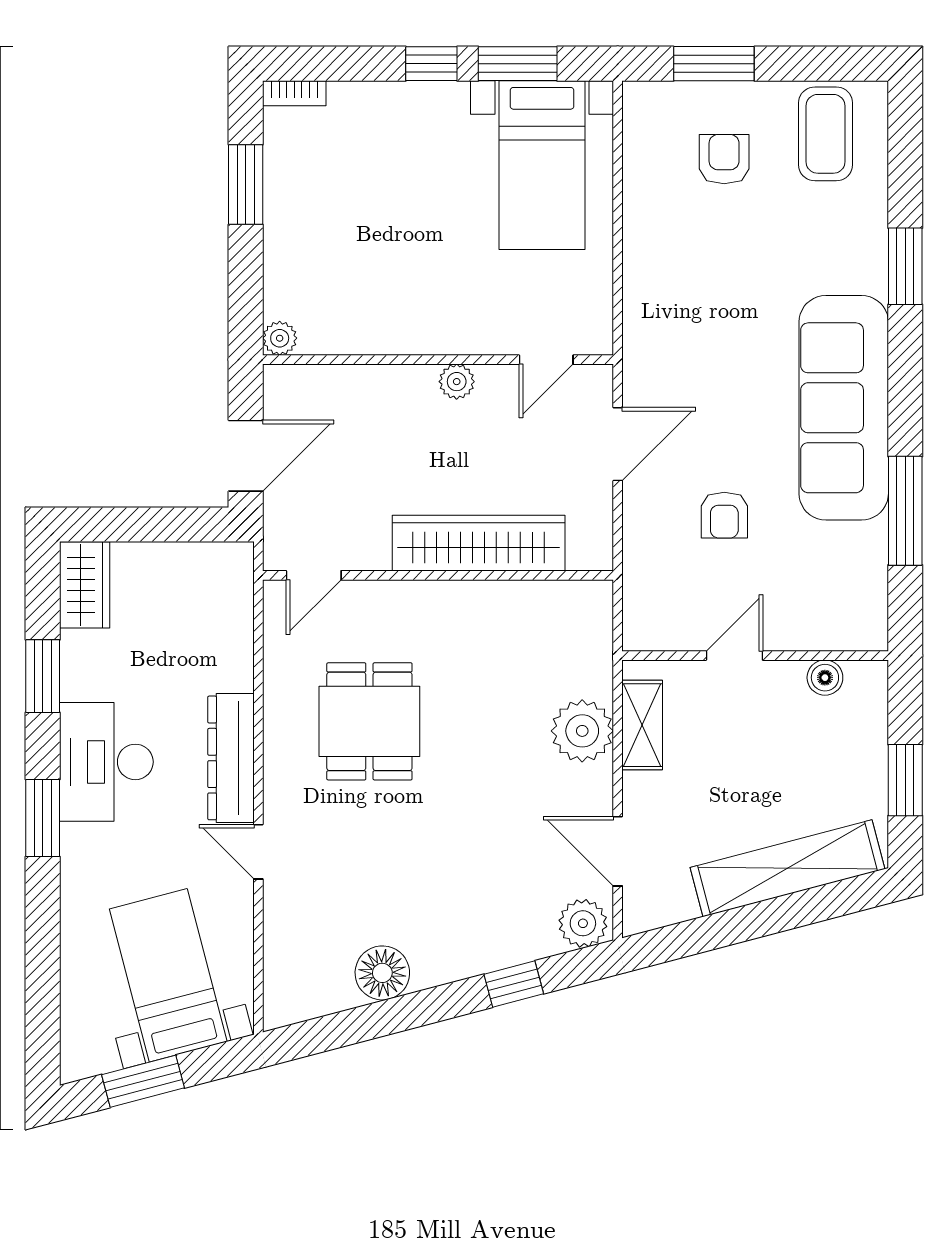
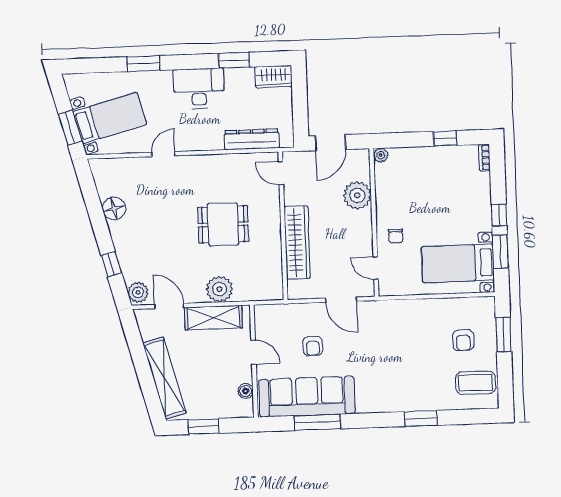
armchair: (724, 159) -> (463, 340), turned 90
window: (246, 185) -> (445, 138), width x0.67
chair: (472, 310) -> (396, 236), added
plant: (457, 382) -> (357, 195), moved, width x1.88, depth x1.88
sofa: (844, 408) -> (307, 397), moved
door: (246, 456) -> (330, 143), hinge flipped
armchair: (724, 515) -> (313, 346), turned -90
dining table: (369, 721) -> (223, 224), moved
shelving: (642, 725) -> (213, 318), width x1.50, depth x1.33
dresser: (231, 758) -> (252, 139), moved
window: (43, 818) -> (143, 64), moved
door: (618, 851) -> (169, 306), hinge flipped
window: (143, 1081) -> (70, 128), moved

